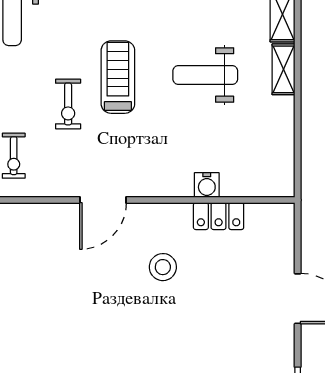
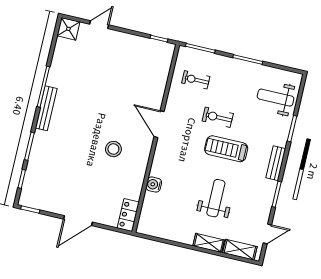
treadmill: (118, 77) -> (226, 149), turned 180
locker: (219, 216) -> (128, 215), moved

